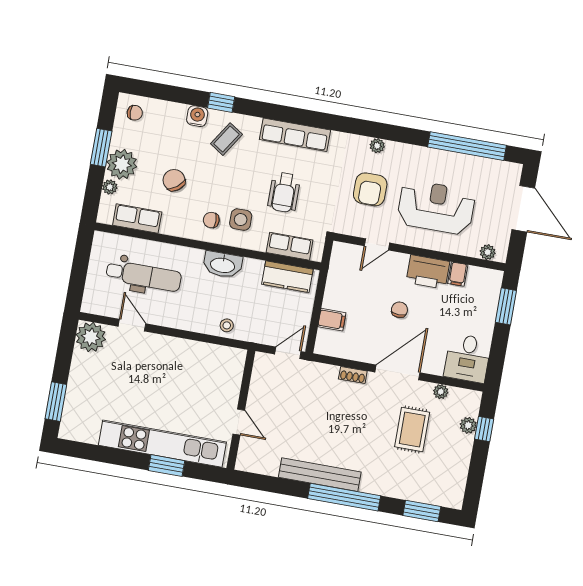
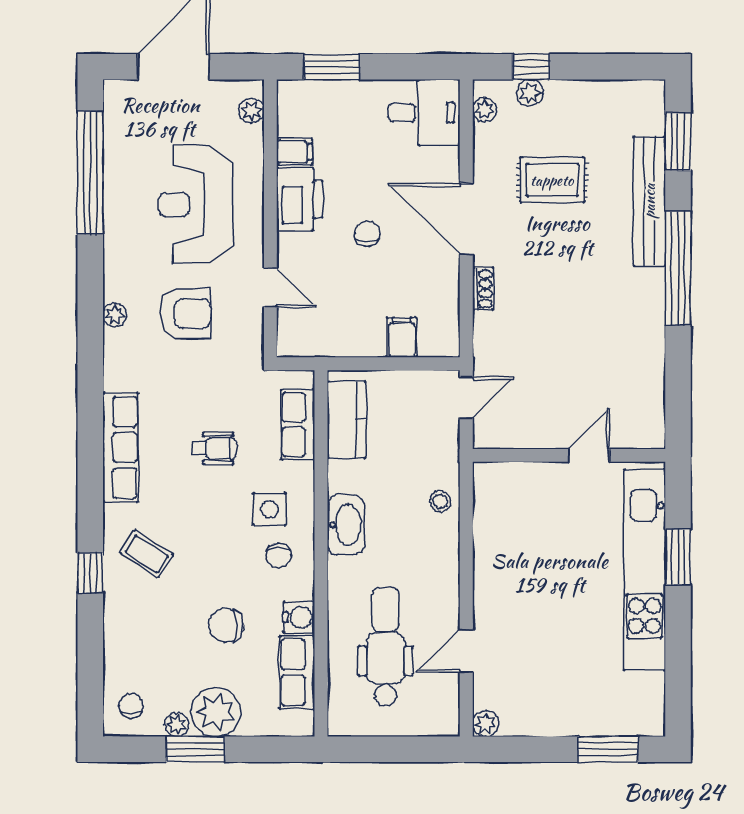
water cooler: (197, 116) -> (299, 617), moved, turned 180
chair: (174, 180) -> (226, 625), turned 37
plant: (110, 187) -> (177, 725), moved
wheelchair: (284, 192) -> (214, 448), width x0.73, depth x0.73
chair: (399, 310) -> (367, 234), turned 88
plant: (91, 337) -> (486, 724), width x0.53, depth x0.53
door: (288, 353) -> (466, 397), swing flipped
plant: (441, 392) -> (485, 110), moved
bench: (320, 475) -> (649, 201), moved

